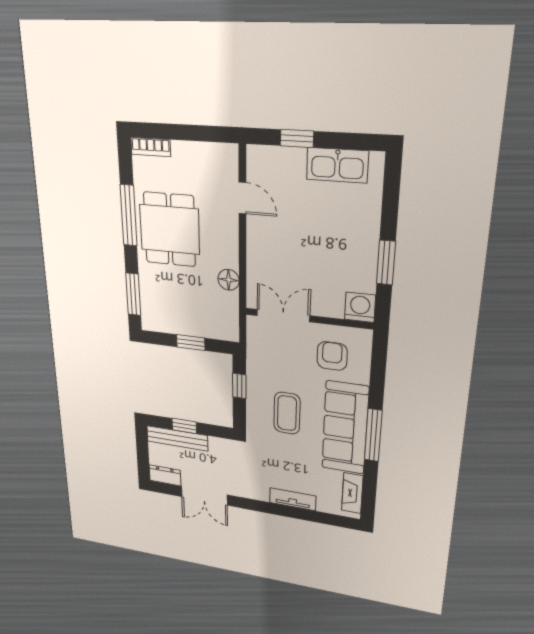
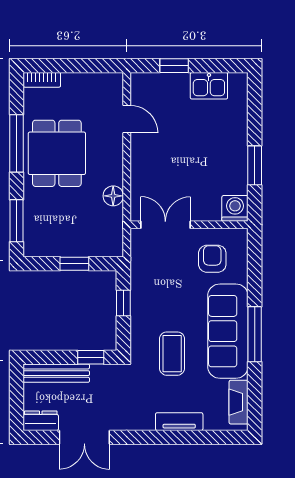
kitchen sink: (337, 165) -> (209, 86), width x0.73
coffee table: (287, 413) -> (172, 354), moved
window: (184, 426) -> (91, 357), moved

